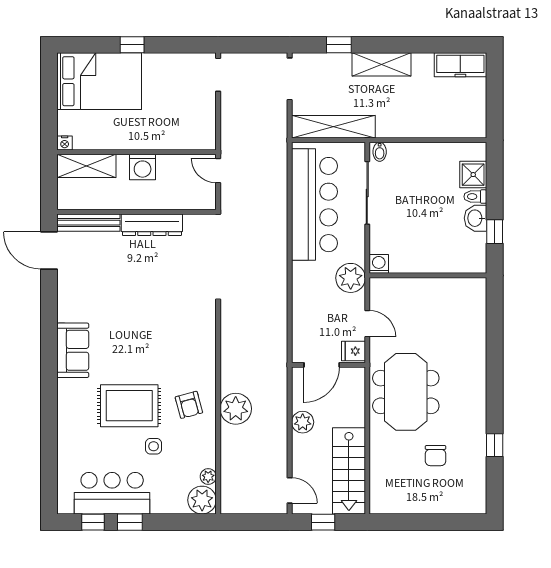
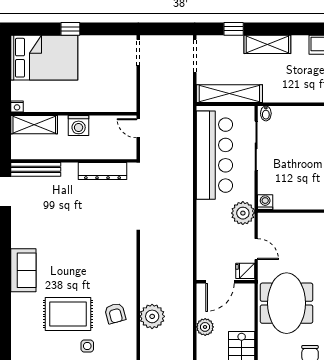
dresser: (152, 225) -> (103, 171), moved

